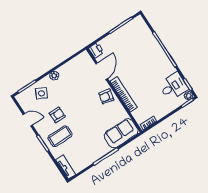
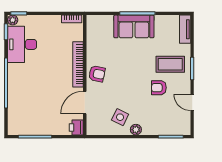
desk: (173, 86) -> (22, 44), width x1.37
side table: (41, 93) -> (120, 117), moved
sofa: (121, 133) -> (134, 26), moved

